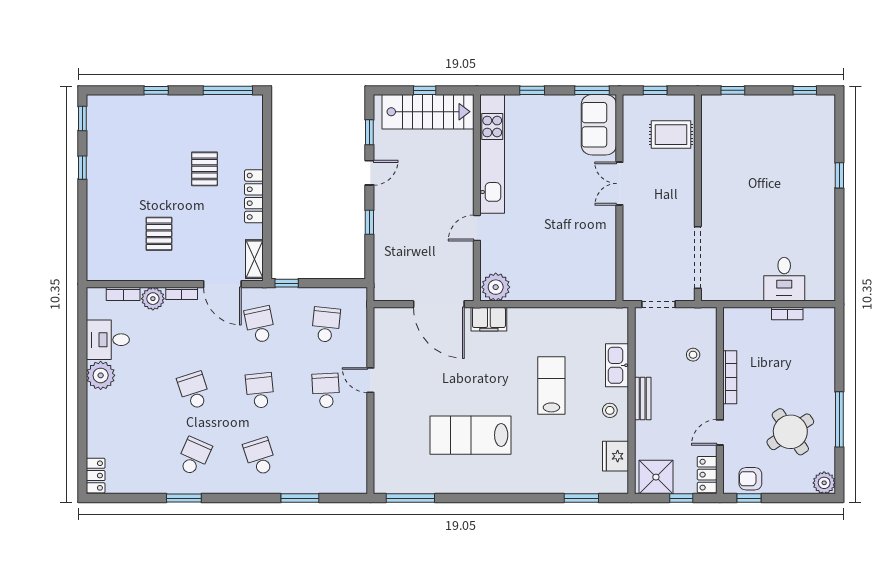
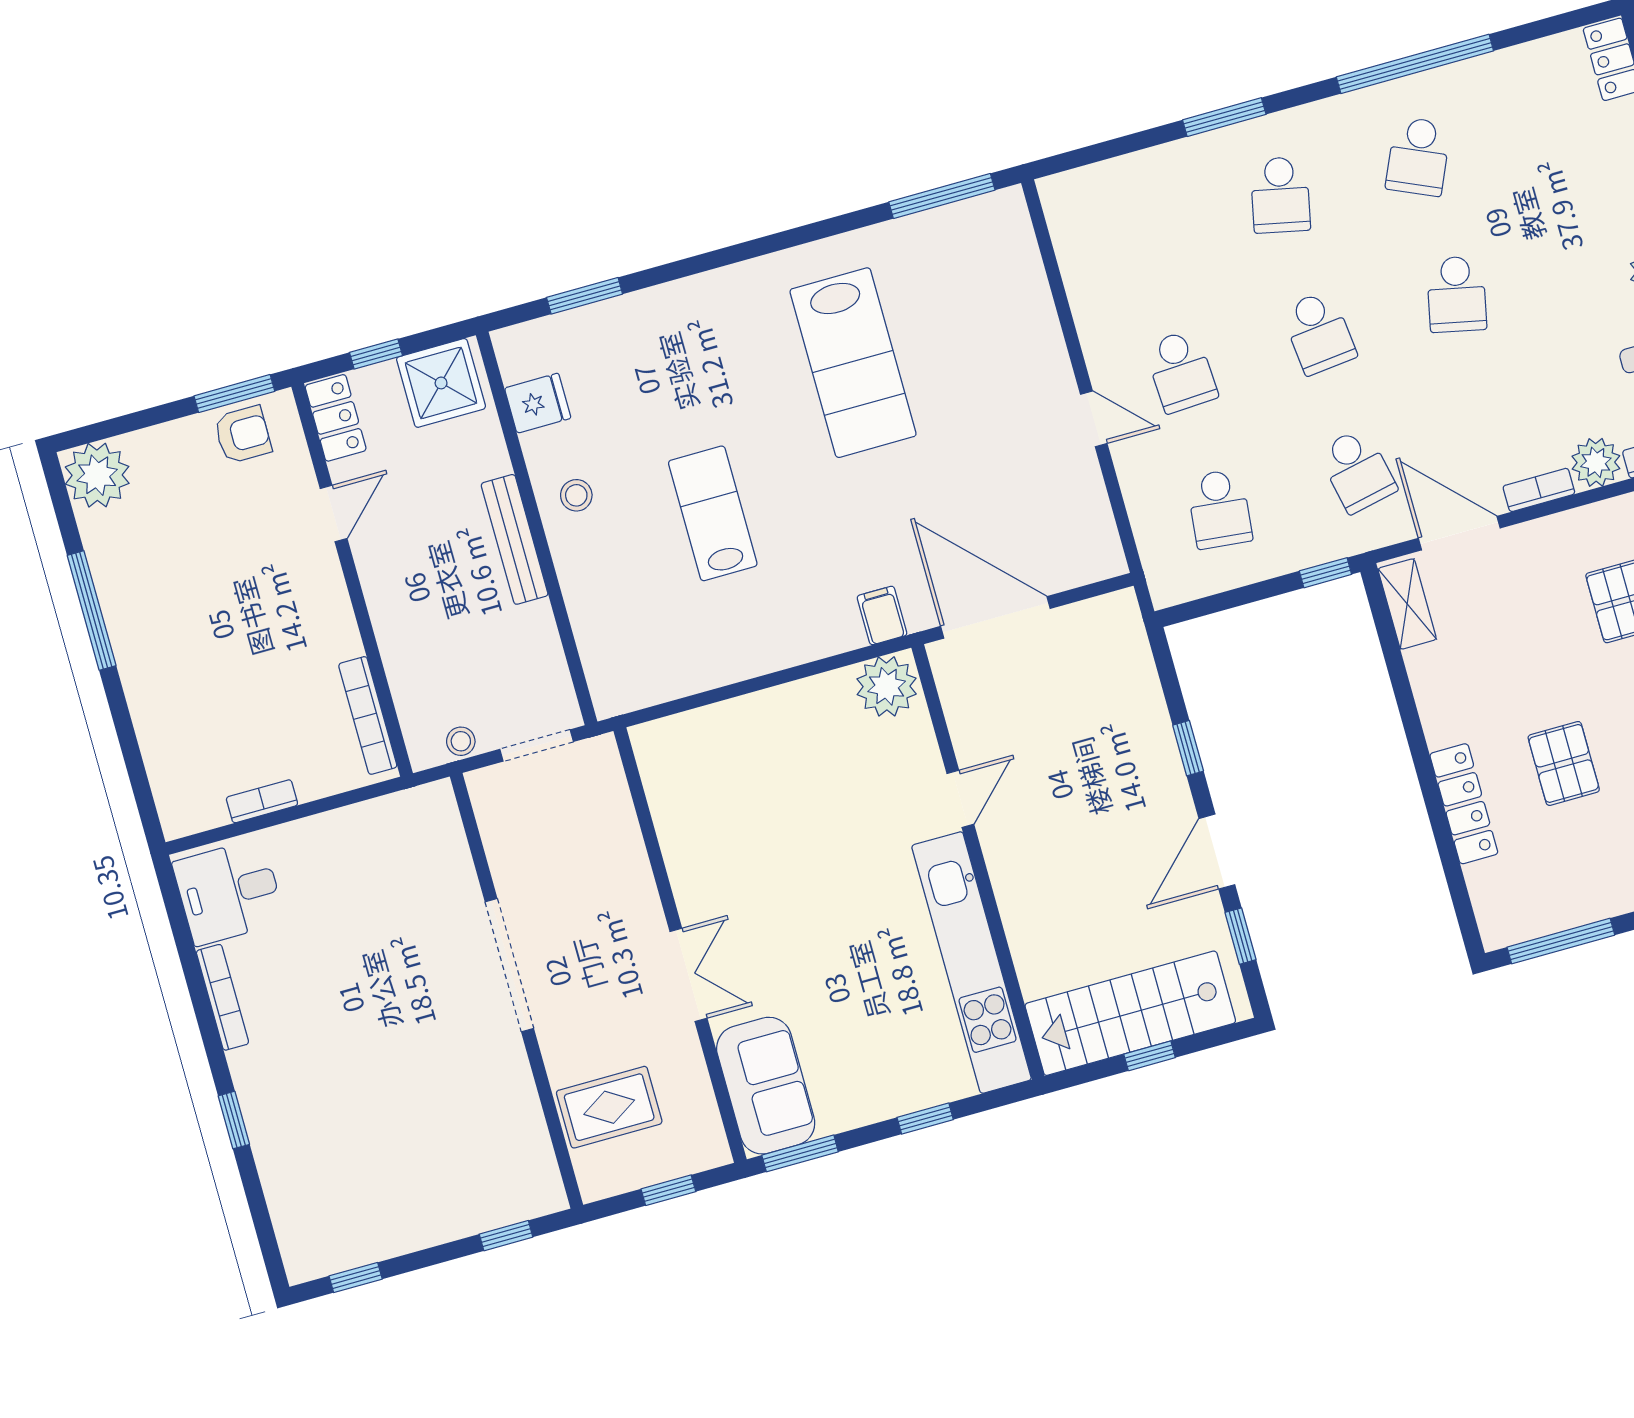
door: (369, 173) -> (1217, 852), width x1.38
locker: (254, 196) -> (1464, 804), moved
bookcase: (829, 231) -> (222, 997), added
doorway: (698, 257) -> (509, 965), moved
desk: (784, 279) -> (229, 892), moved, turned -90
filing cabinet: (489, 319) -> (882, 615), width x0.50
stool: (693, 355) -> (461, 741), moved
kitchen sink: (617, 365) -> (587, 594), removed
bookcase: (730, 377) -> (368, 715), moved
lab bench: (551, 385) -> (713, 513), turned 180
school desk: (194, 391) -> (1457, 294), turned 30
bench: (643, 398) -> (515, 539), width x1.36
round table: (790, 432) -> (187, 556), removed
lab bench: (470, 435) -> (853, 363), turned 90
fridge: (616, 456) -> (538, 403), width x0.72
school desk: (260, 457) -> (1280, 195), turned 30
plant: (824, 483) -> (97, 475), width x1.36, depth x1.36
window: (184, 498) -> (1415, 64), width x2.11
window: (300, 498) -> (1224, 117), moved
window: (749, 498) -> (234, 394), width x1.50

